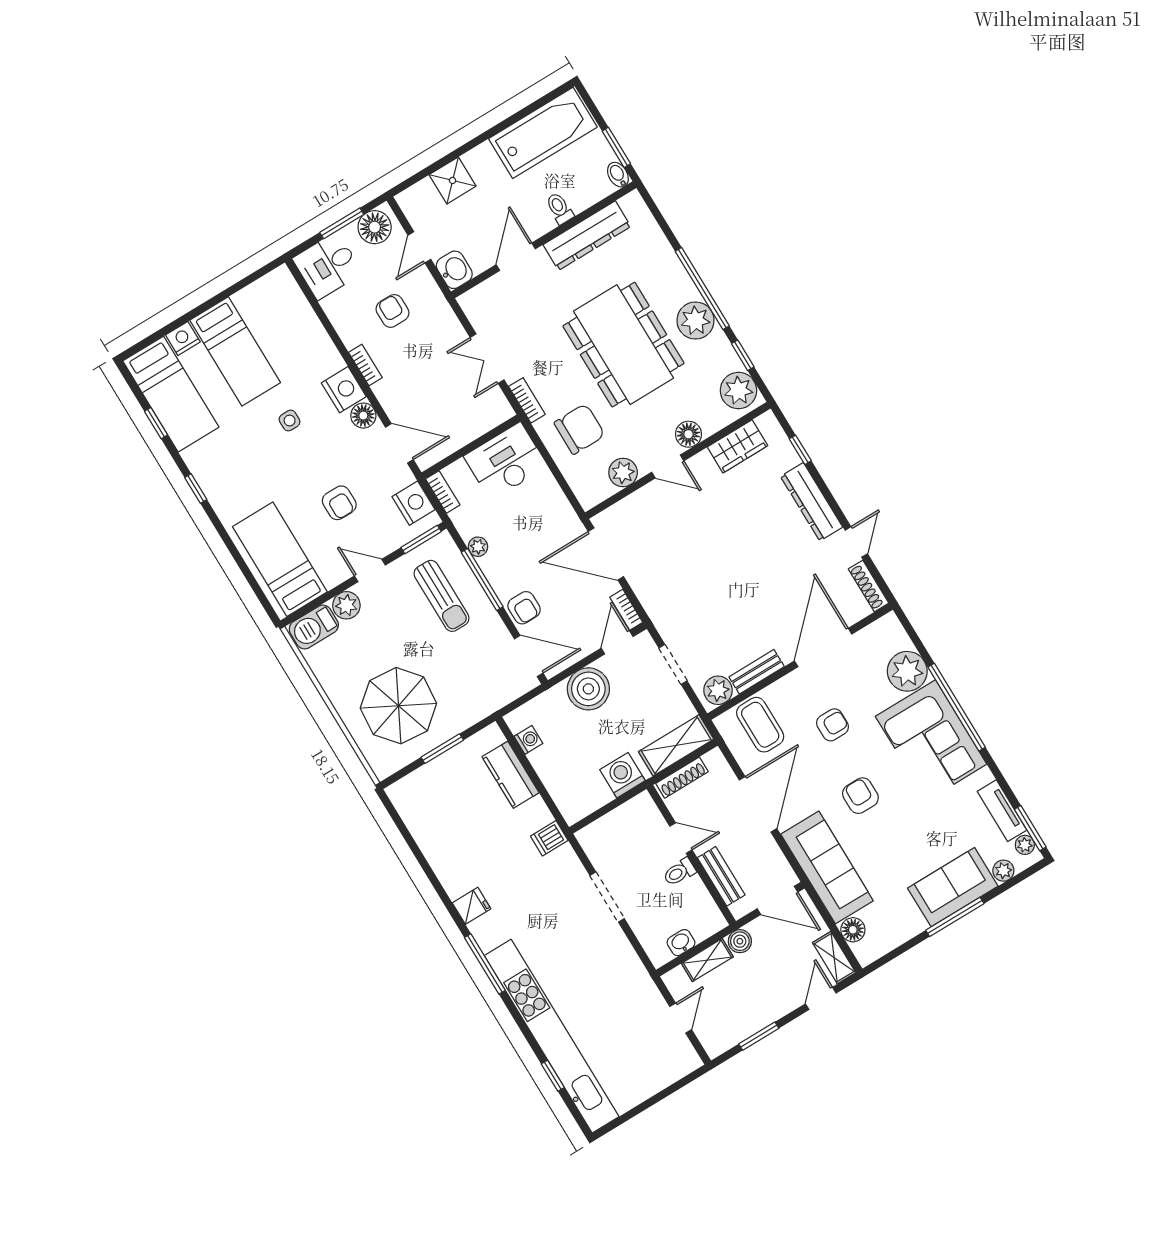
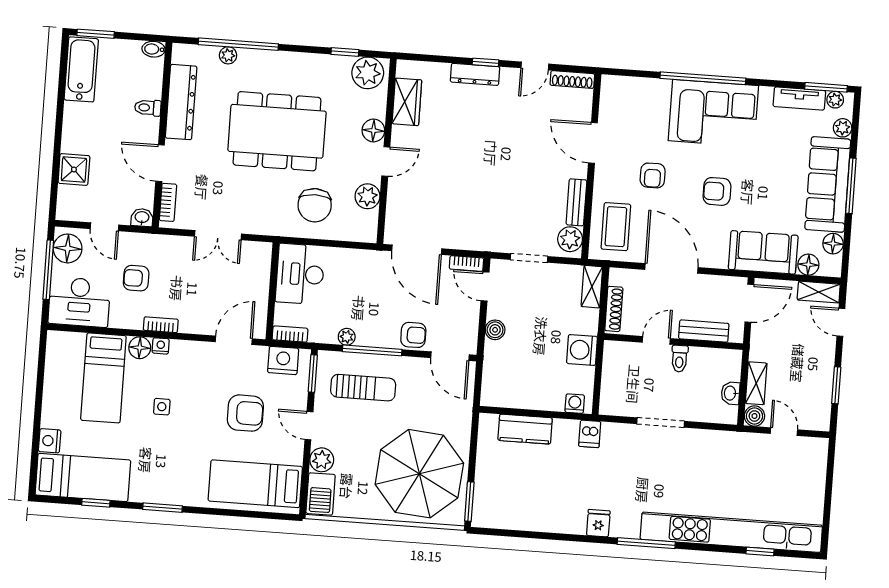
bathtub: (543, 133) -> (81, 69), width x0.73, depth x0.73
window: (616, 147) -> (96, 34), moved
window: (342, 223) -> (48, 270), width x1.44
desk: (327, 266) -> (79, 302), width x1.37
washbasin: (454, 270) -> (142, 218), width x0.72, depth x0.69
window: (702, 289) -> (238, 44), moved
plant: (696, 321) -> (228, 55), moved, width x0.53, depth x0.53
bed: (235, 351) -> (103, 378), moved, turned 90
nightstand: (344, 390) -> (161, 346), width x0.53, depth x0.56
bookcase: (527, 400) -> (168, 202), moved, turned 90
floor lamp: (363, 416) -> (140, 348), moved
chair: (580, 429) -> (315, 205), turned 180
window: (800, 450) -> (485, 62), moved
window: (196, 488) -> (163, 508), width x1.50
dresser: (812, 502) -> (475, 74), width x0.73, depth x0.80
armchair: (339, 503) -> (245, 413), width x1.38, depth x1.38
door: (856, 542) -> (535, 66), swing flipped
door: (606, 554) -> (417, 250), hinge flipped
door: (370, 571) -> (309, 426), hinge flipped
door: (823, 647) -> (593, 143), width x0.73
door: (529, 656) -> (450, 356), swing flipped
plant: (907, 671) -> (652, 95), removed
boiler: (588, 689) -> (495, 330), width x0.54, depth x0.54
parasol: (398, 706) -> (419, 474), width x1.36, depth x1.36
coffee table: (760, 725) -> (616, 227), turned 90
armchair: (832, 725) -> (653, 175), turned 180
washing machine: (528, 740) -> (575, 404), moved
shelving: (676, 745) -> (592, 287), width x0.67, depth x0.75
window: (442, 749) -> (469, 502), moved
sofa: (827, 867) -> (763, 252), width x0.73
sofa: (953, 887) -> (828, 184), width x1.36
floor lamp: (889, 939) -> (833, 244), added
boiler: (740, 941) -> (754, 416), moved

